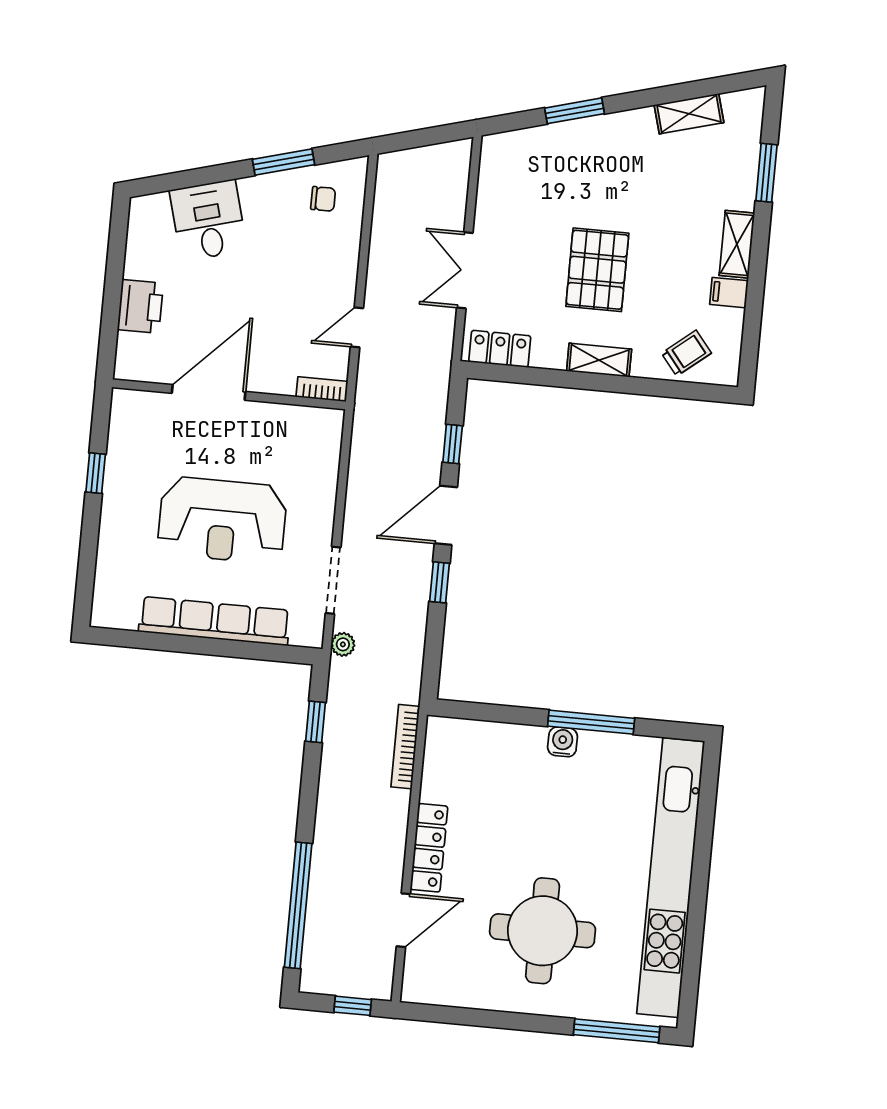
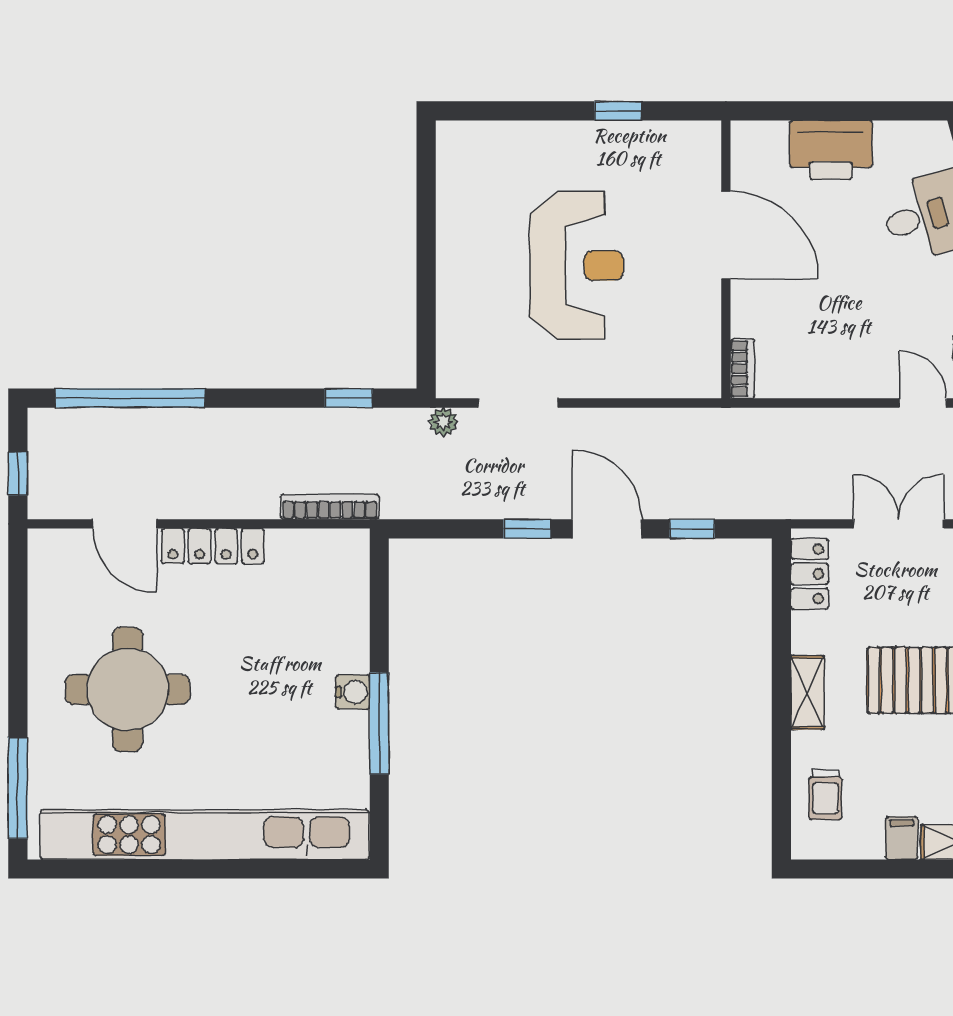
printer: (140, 306) -> (831, 150), width x1.37, depth x1.19
door: (357, 327) -> (923, 403), moved
trolley: (686, 353) -> (825, 795), turned 39
reception desk: (222, 520) -> (577, 265), turned 180
row of seats: (215, 621) -> (457, 268), removed

